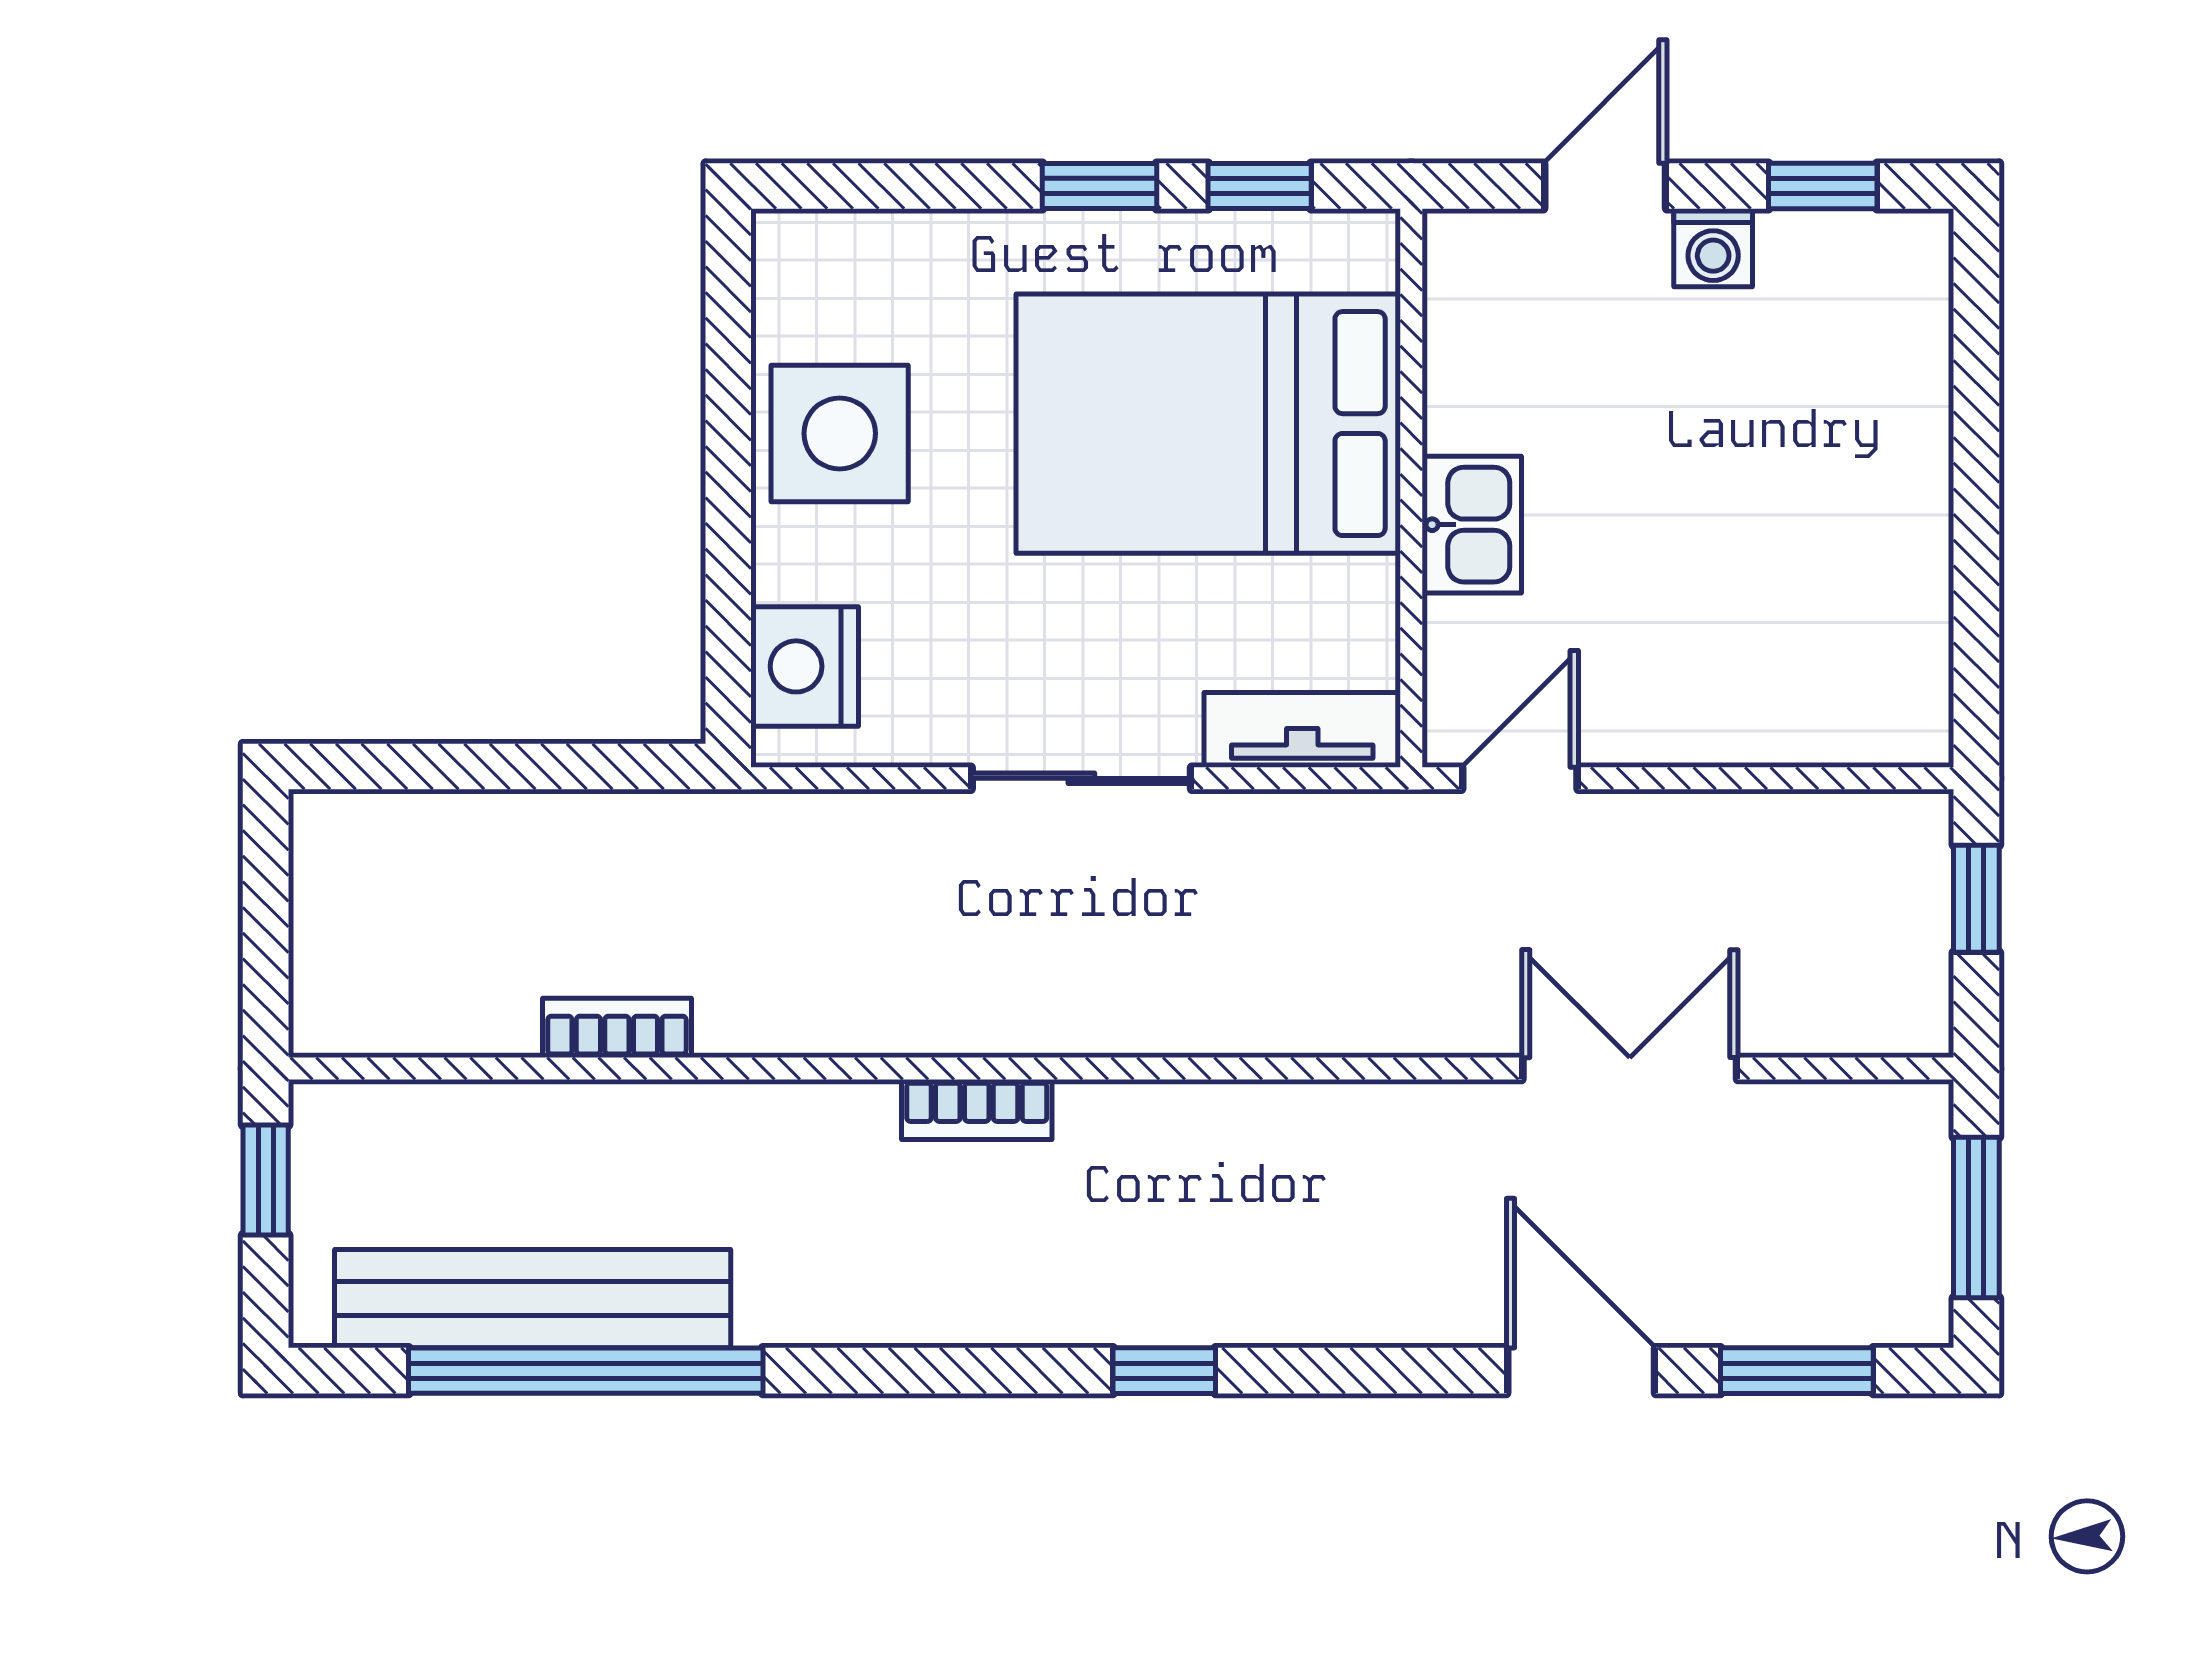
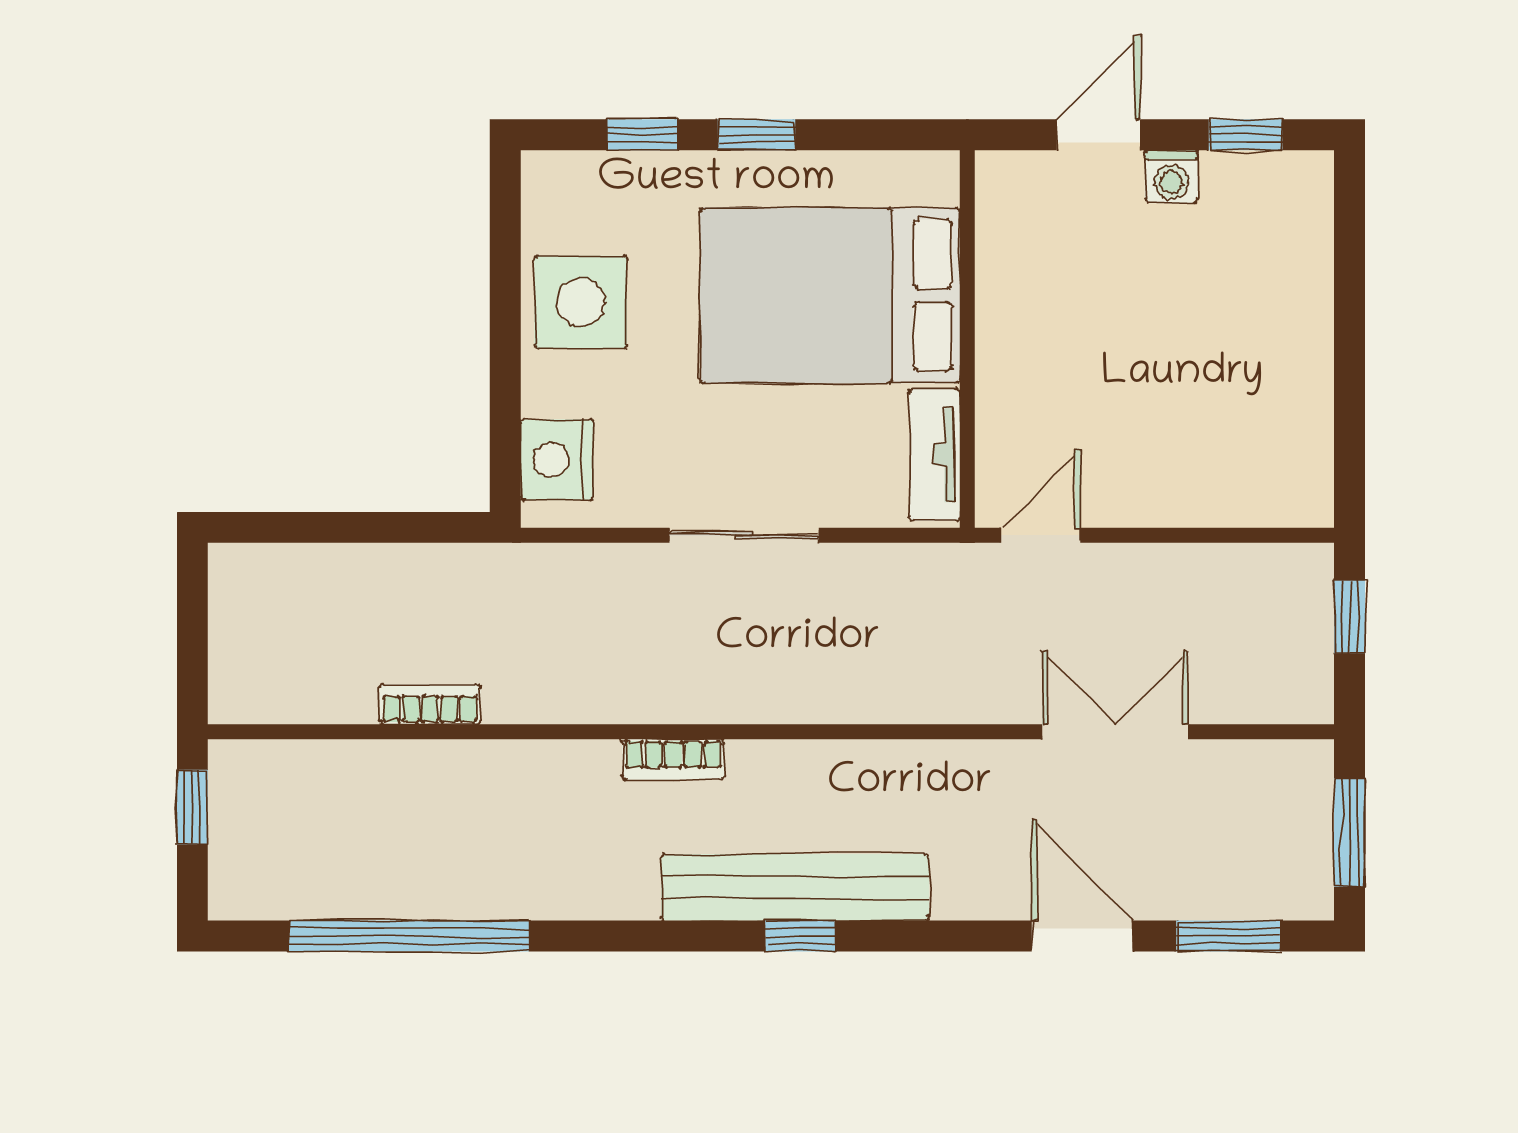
window: (1260, 186) -> (642, 135), moved
kitchen sink: (1472, 525) -> (1008, 364), removed
tv unit: (1302, 730) -> (935, 454), moved, turned -90
bench: (533, 1299) -> (795, 887), moved

